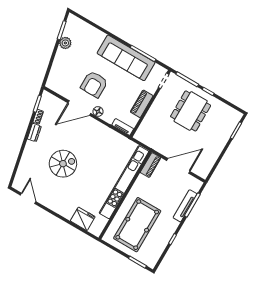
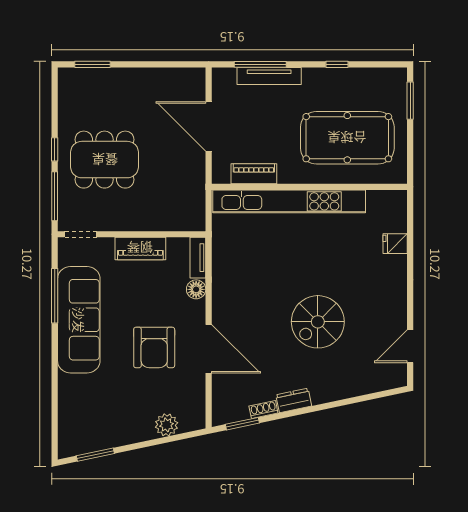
plant: (65, 43) -> (167, 425), moved
armchair: (94, 84) -> (154, 347), turned 90
floor lamp: (98, 112) -> (196, 289), moved
spiral stairs: (63, 164) -> (318, 322), turned -90
piano: (151, 165) -> (254, 174), moved
fridge: (83, 219) -> (395, 244), width x0.53, depth x0.75

